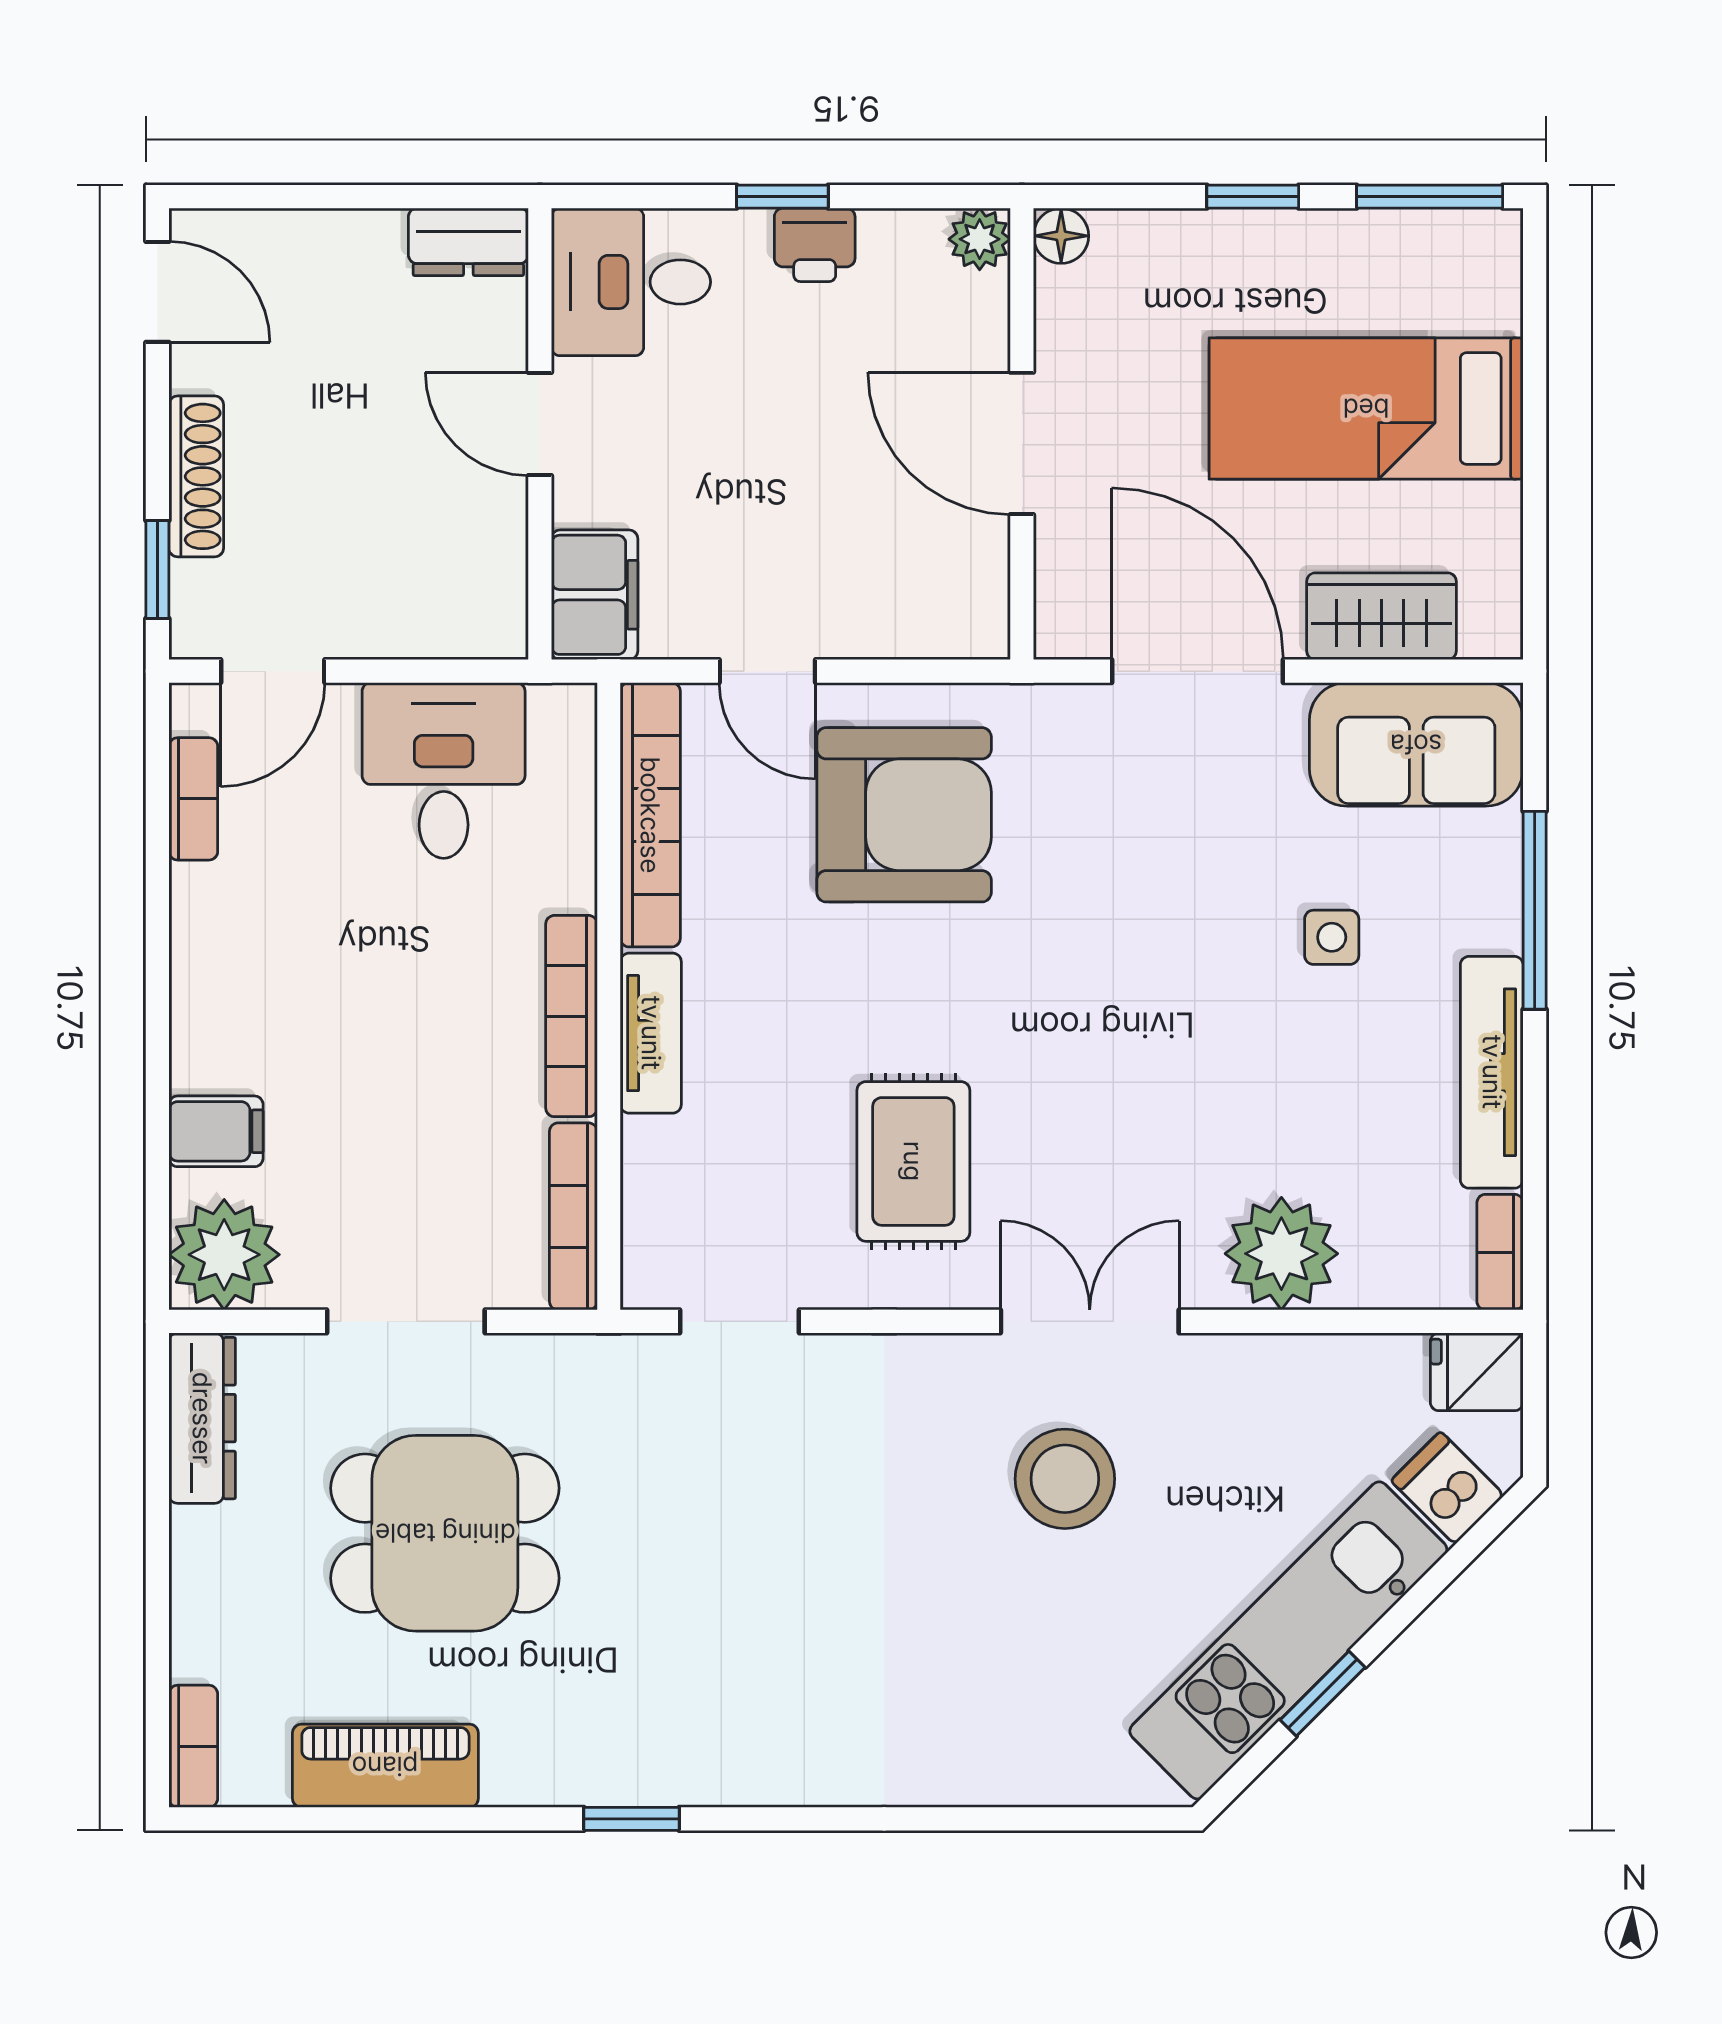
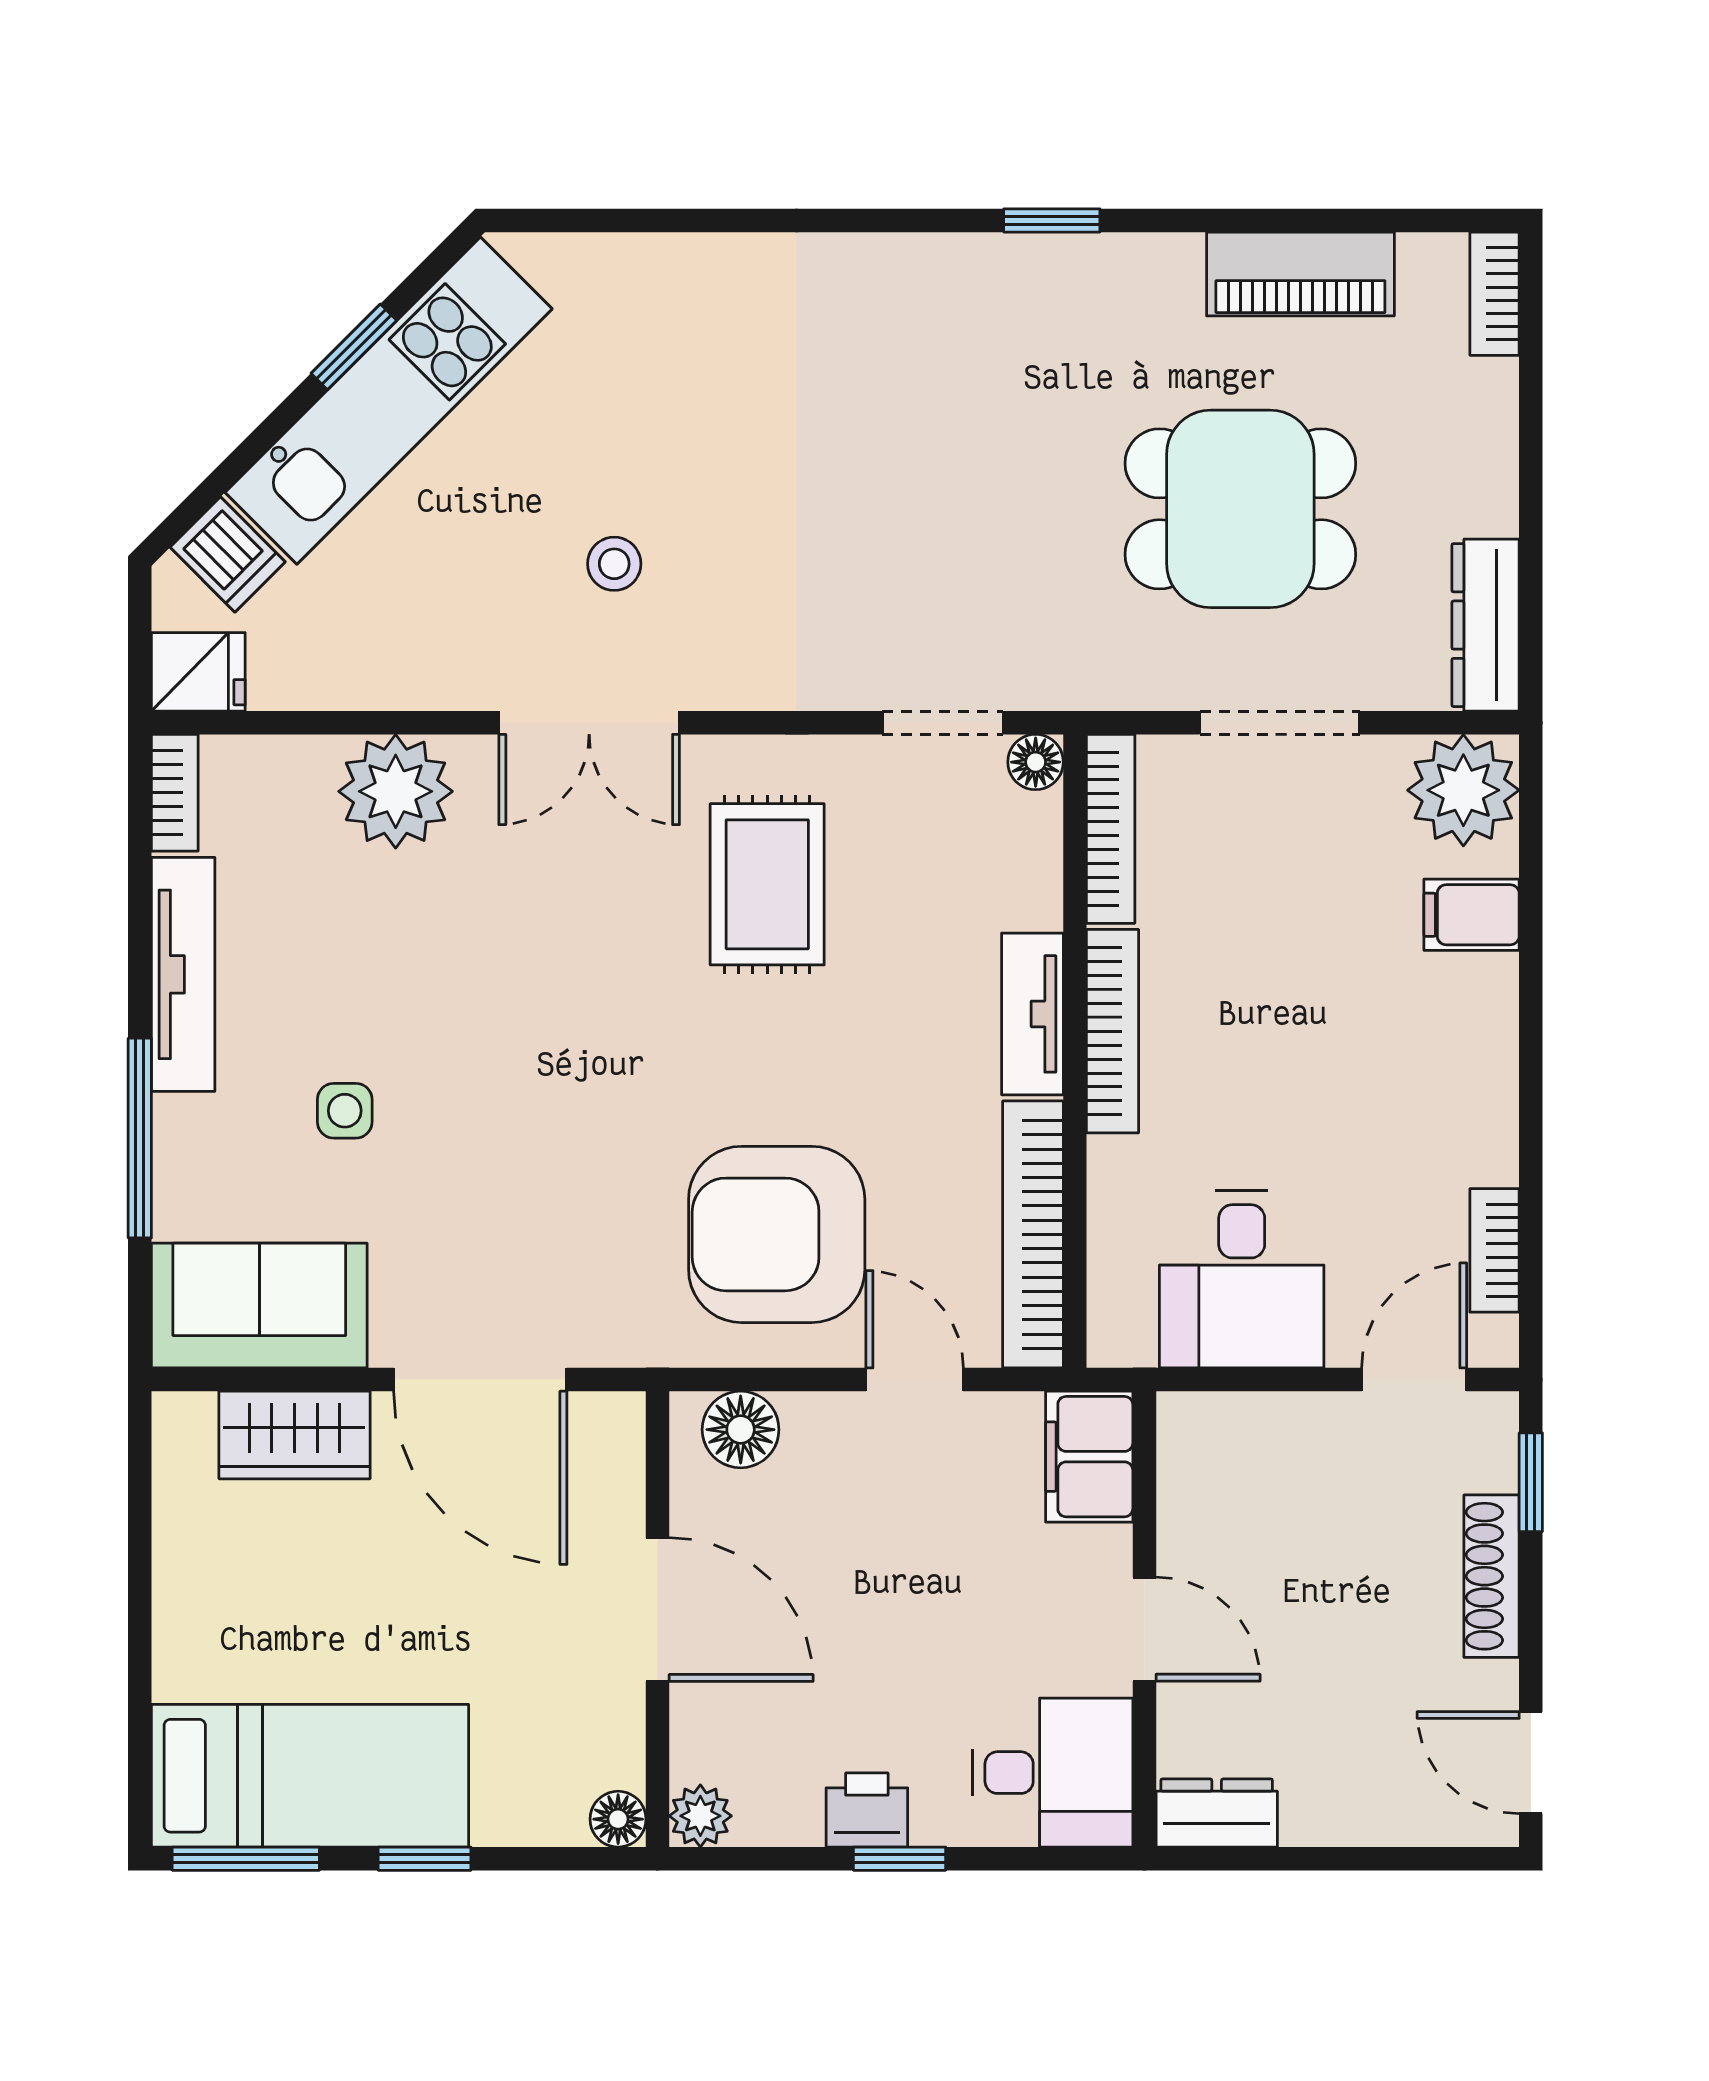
bed: (1366, 408) -> (310, 1776), moved
floor lamp: (940, 622) -> (741, 1430), added
floor lamp: (648, 1283) -> (1036, 762), added
stool: (1065, 1479) -> (614, 564), width x0.53, depth x0.53

